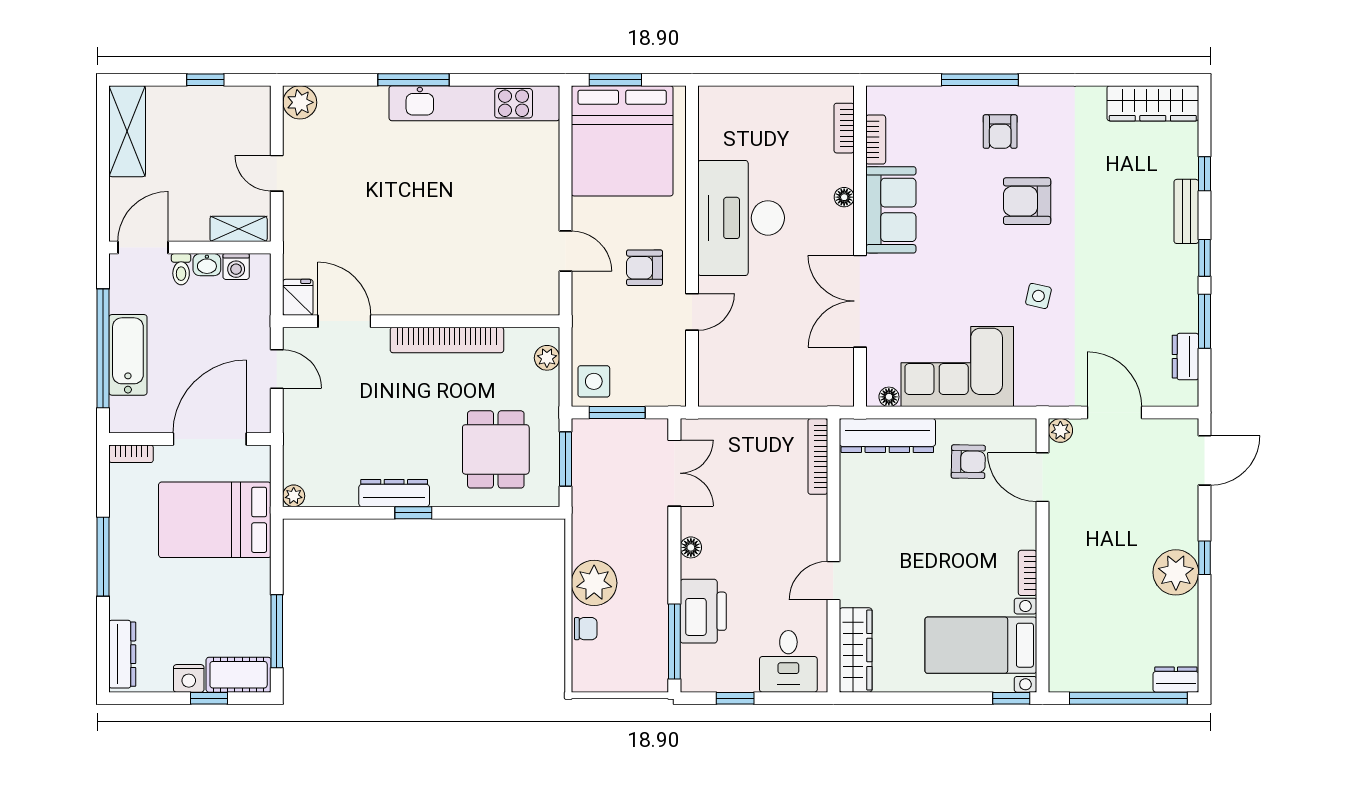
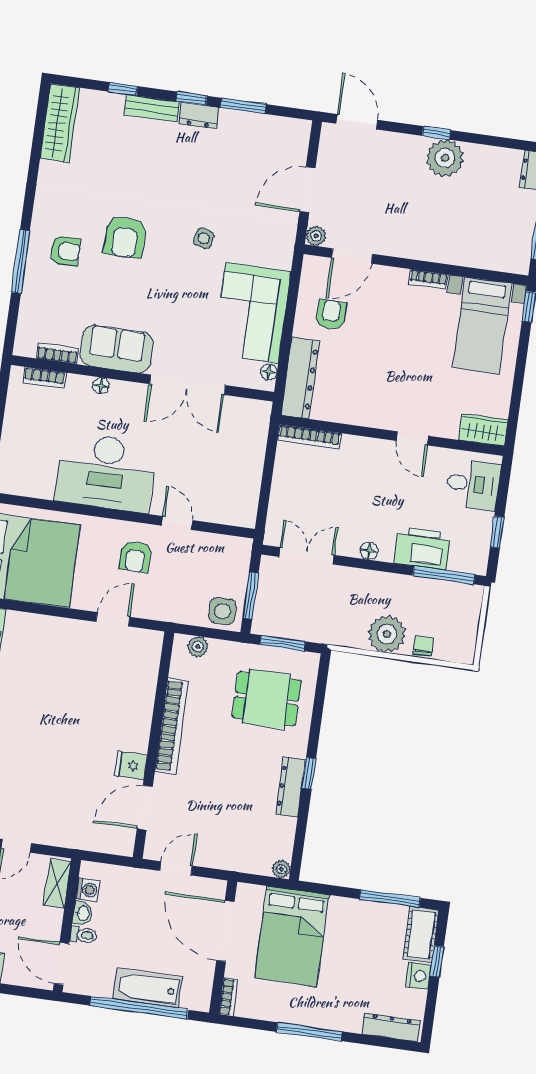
fridge: (298, 297) -> (131, 765), moved
dresser: (1185, 357) -> (199, 115), moved
wardrobe: (856, 650) -> (483, 430), width x0.67

